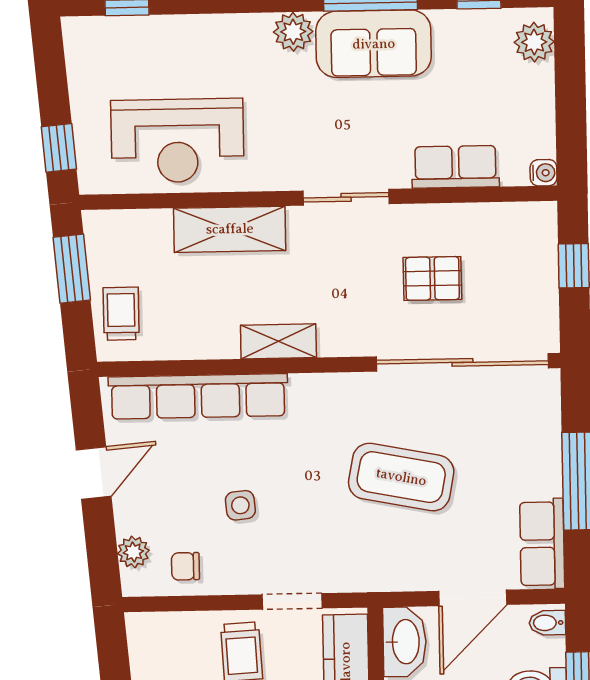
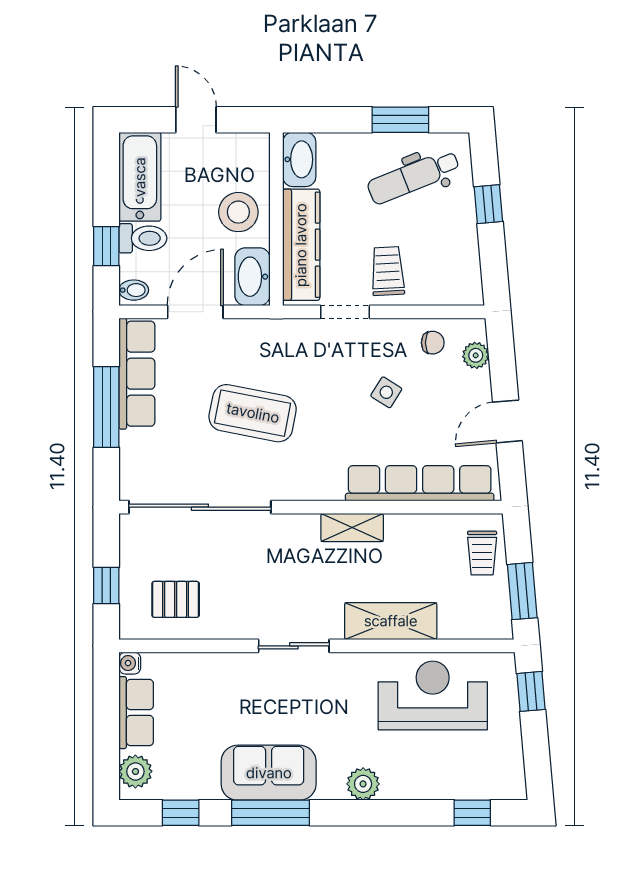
plant: (293, 32) -> (363, 784), moved
row of seats: (455, 167) -> (136, 713), moved, turned -90
pallet: (432, 278) -> (176, 599), moved
side table: (240, 505) -> (386, 392), turned 38
row of seats: (542, 544) -> (137, 374), width x1.48

